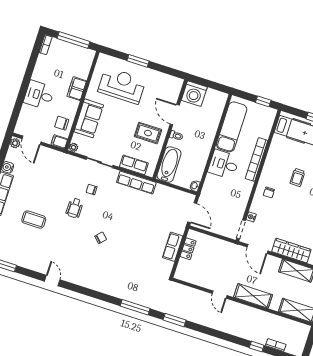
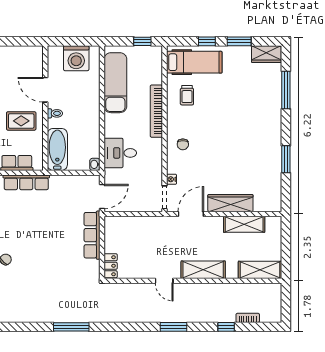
washing machine: (194, 94) -> (76, 58), moved
desk: (224, 164) -> (120, 153), moved
trolley: (297, 177) -> (187, 95), moved
door: (192, 213) -> (102, 196), hinge flipped
row of seats: (173, 247) -> (92, 235), width x1.48
locker: (188, 249) -> (111, 266), moved
door: (258, 249) -> (191, 214), swing flipped
window: (175, 320) -> (173, 327), moved

